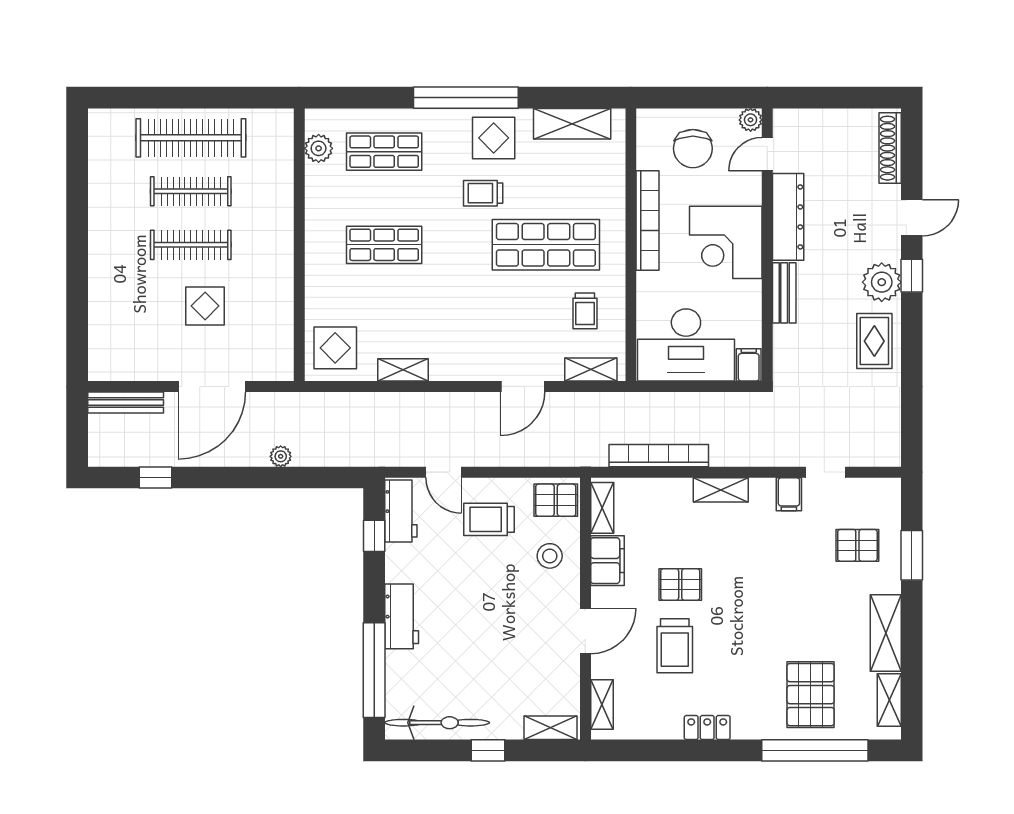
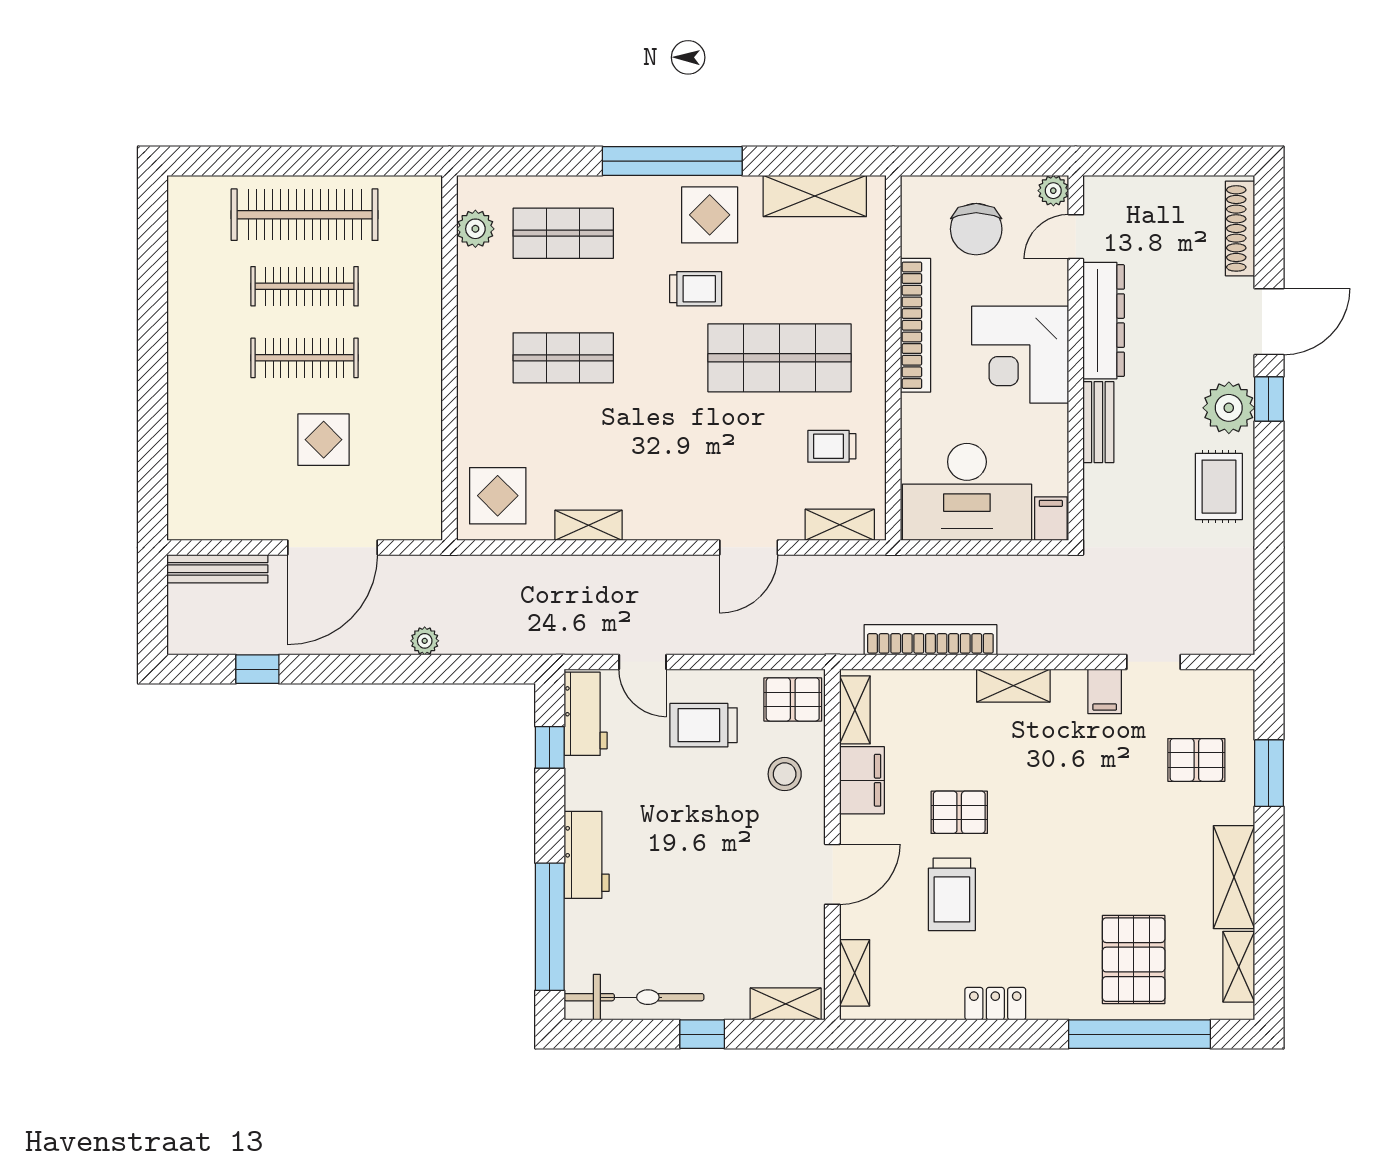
trolley: (483, 193) -> (696, 289), turned 180
door: (912, 218) -> (1269, 322), width x1.37
trolley: (585, 311) -> (832, 446), turned 90

